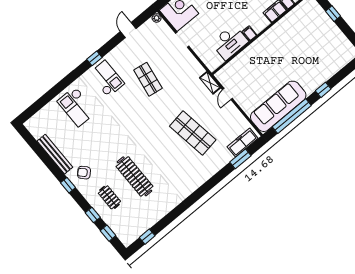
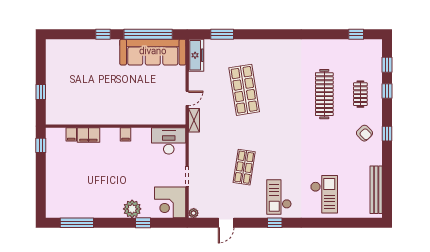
desk: (230, 42) -> (169, 141), moved
freezer: (243, 142) -> (196, 55), moved, turned -90
bench: (55, 154) -> (376, 190), moved

